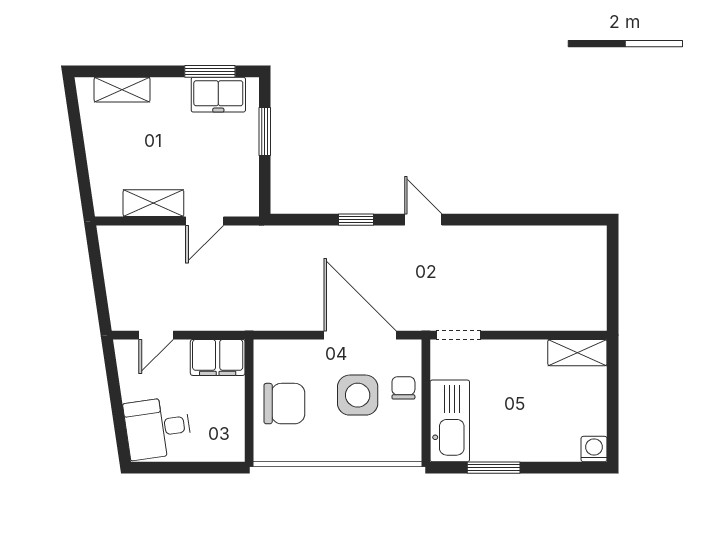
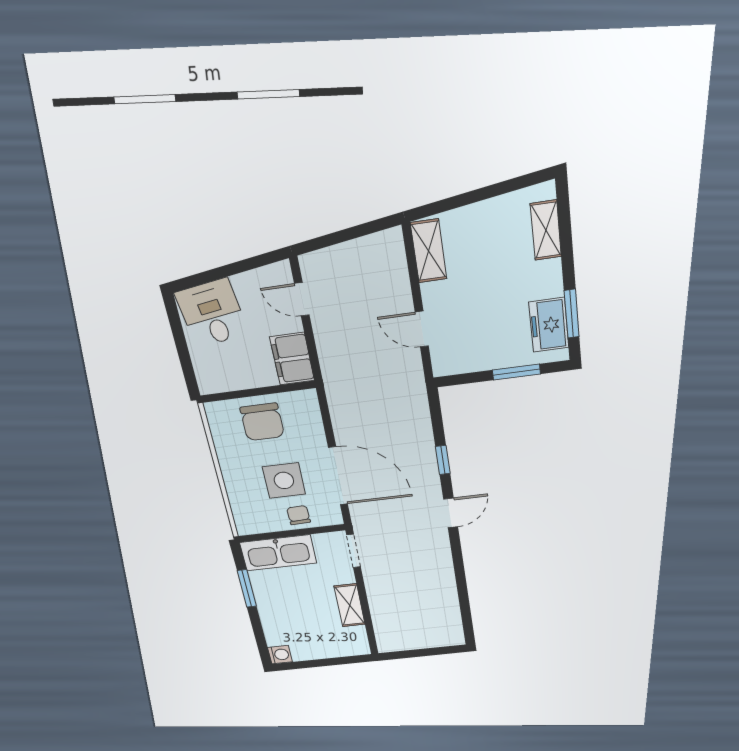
shelving: (153, 203) -> (429, 251), moved
door: (360, 335) -> (338, 476), hinge flipped
shelving: (577, 353) -> (350, 605), moved
chair: (403, 388) -> (299, 515), turned -92

